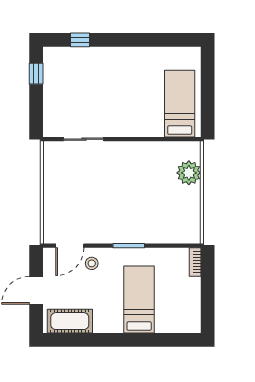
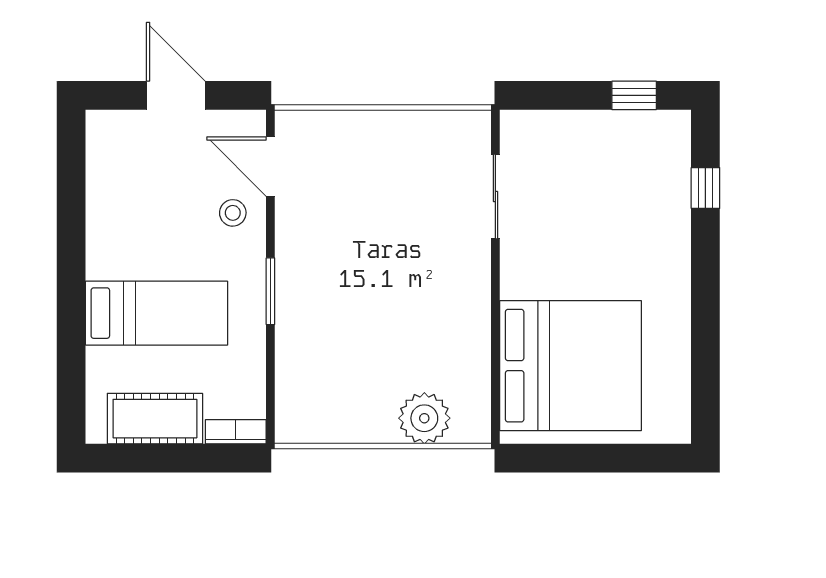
bed: (180, 104) -> (571, 366), width x2.04
cot: (70, 321) -> (155, 419), moved, turned 90

